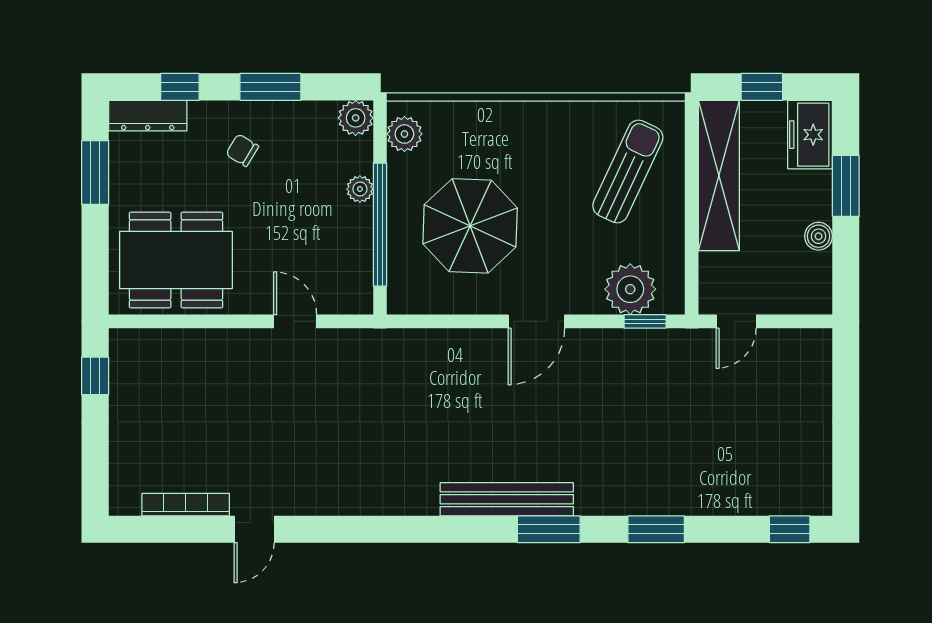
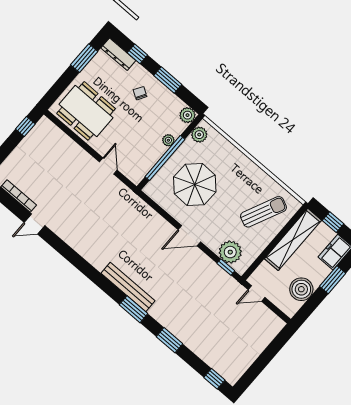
boiler: (818, 236) -> (301, 289), width x1.86, depth x1.86

